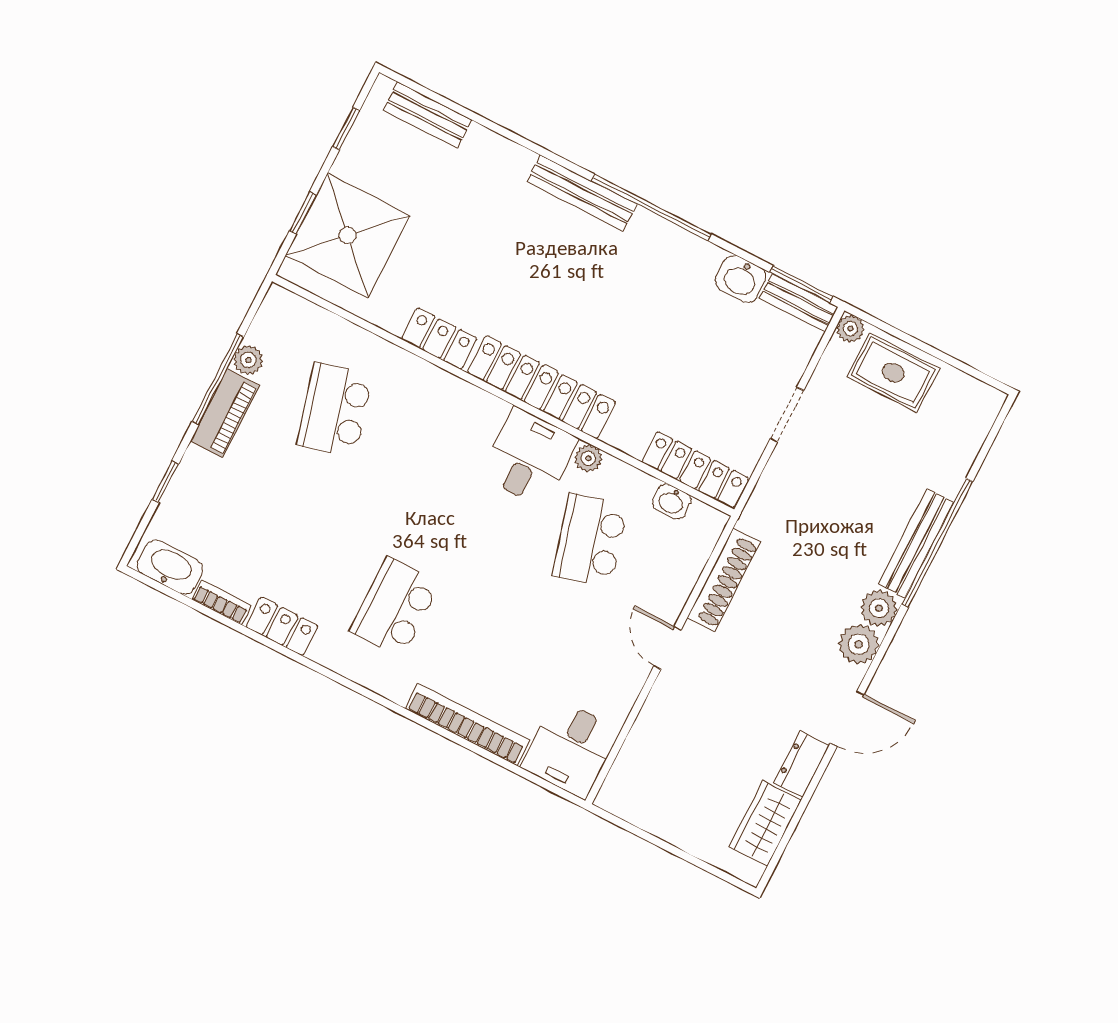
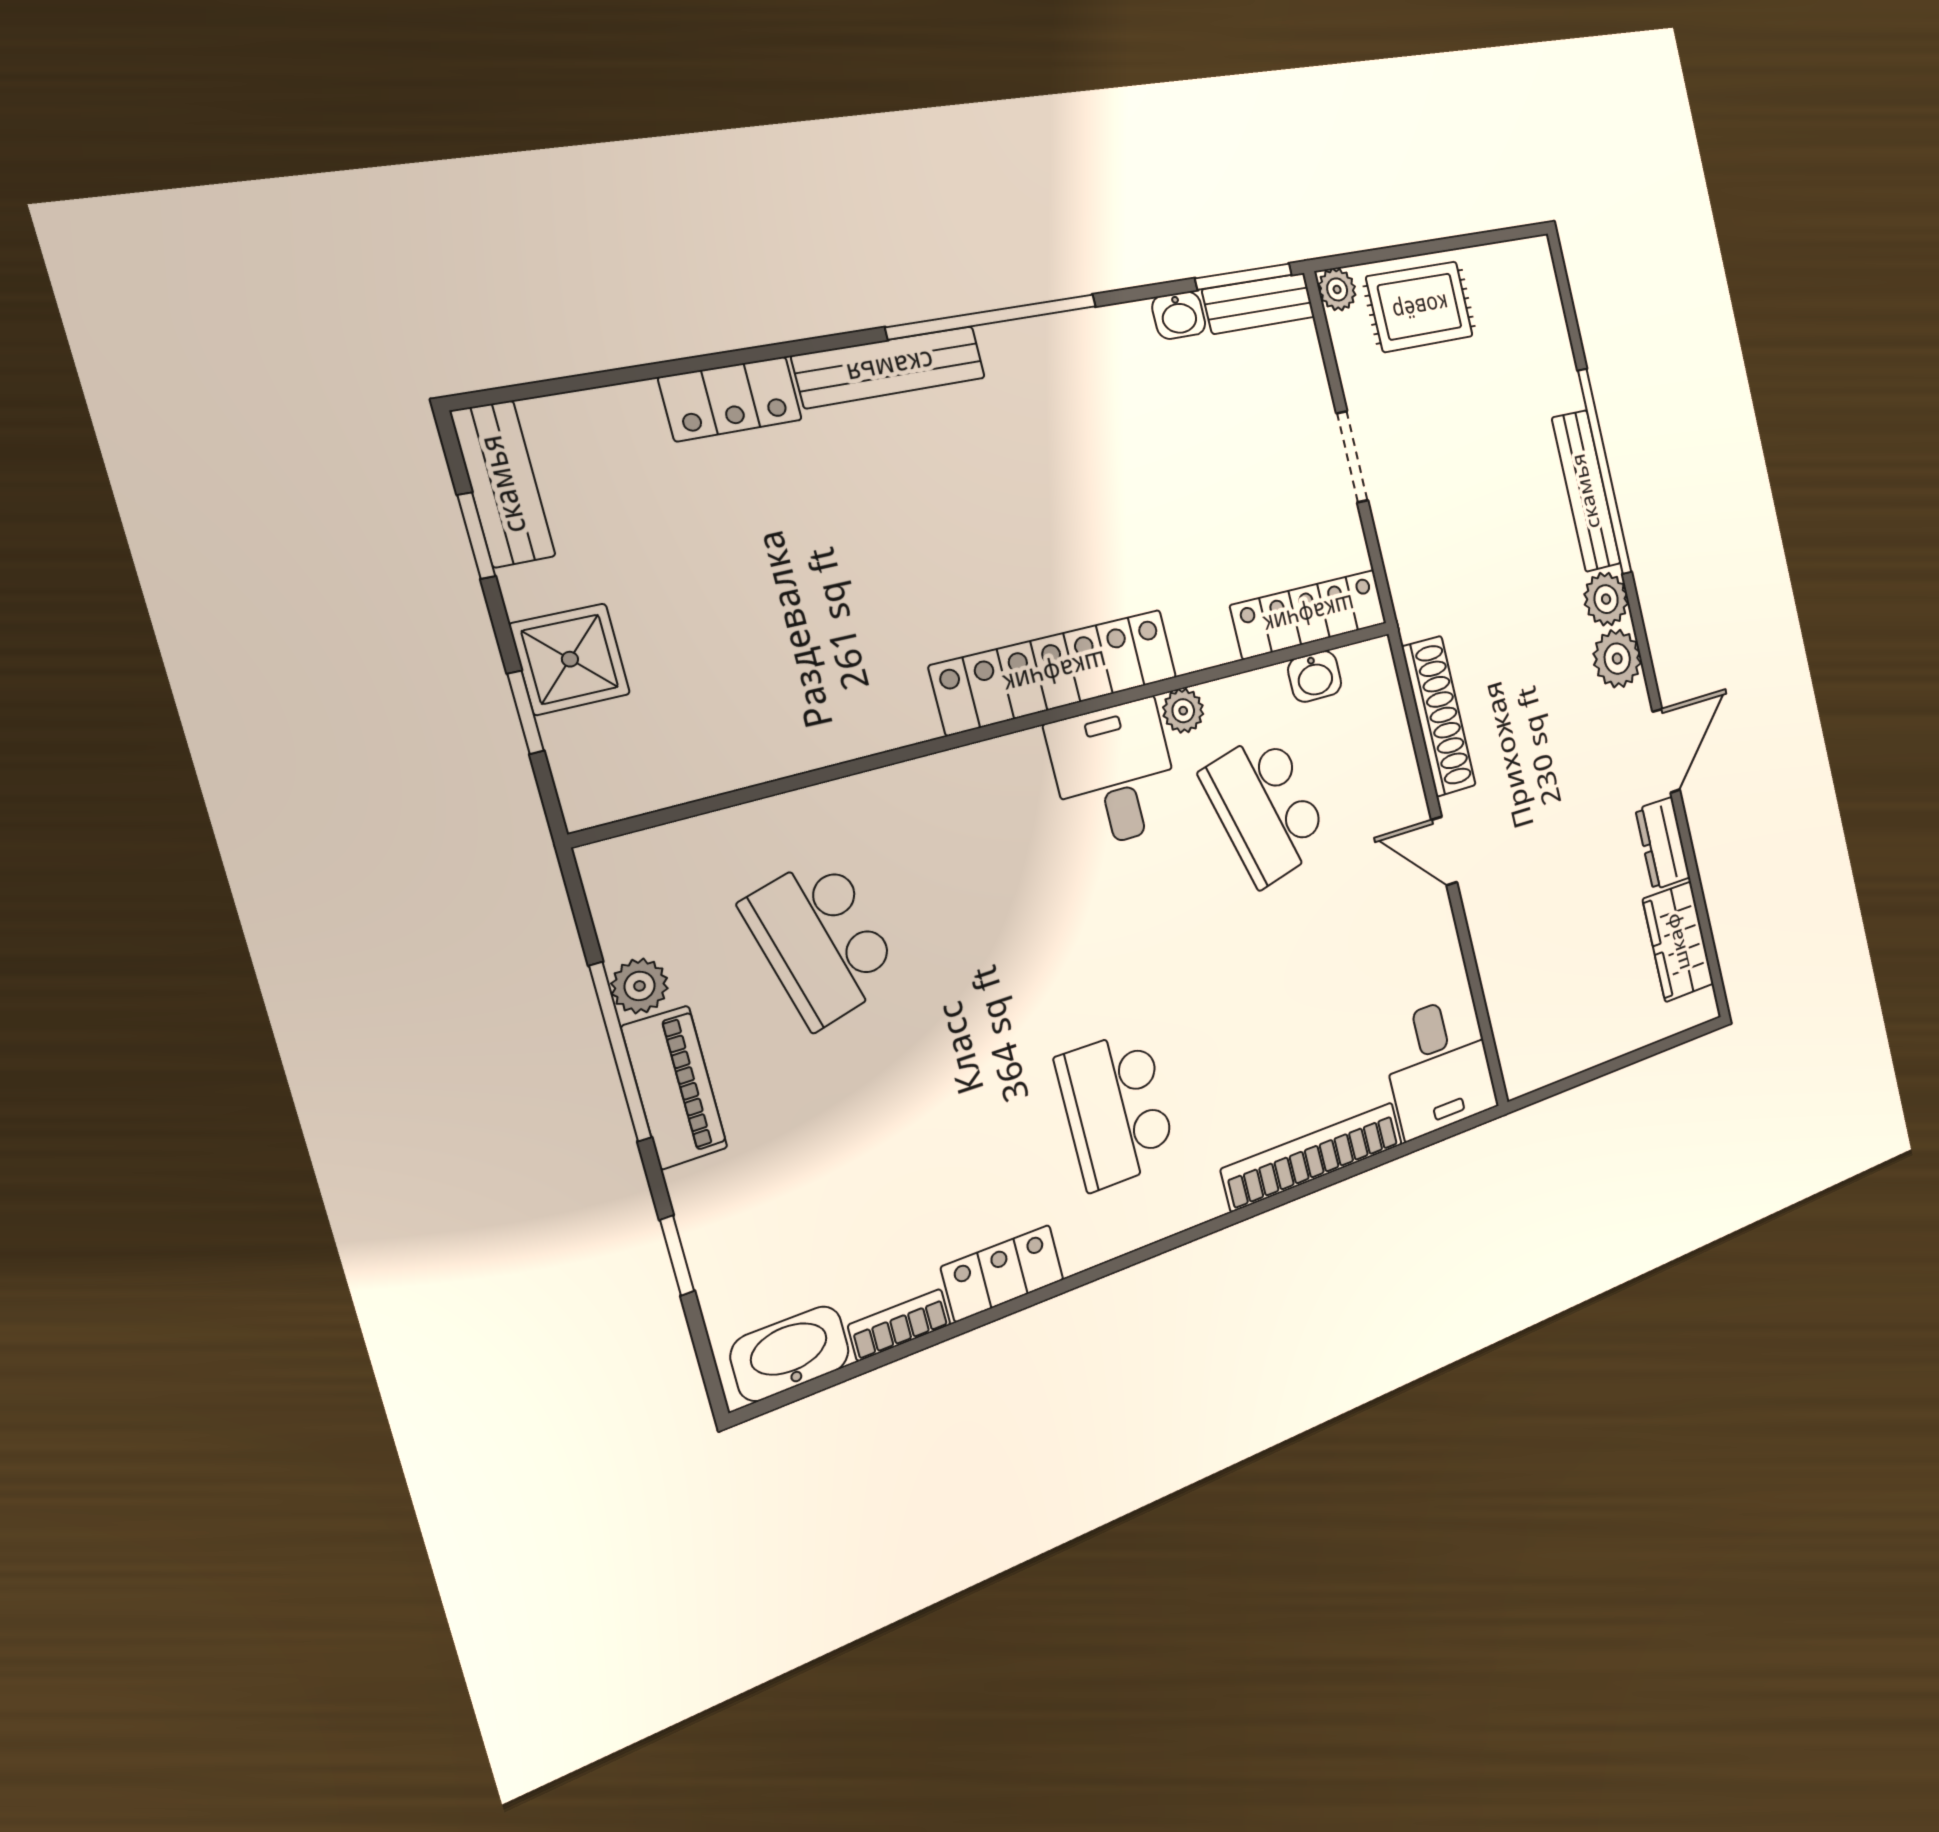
bench: (428, 115) -> (503, 484), moved, turned 90
shower: (348, 235) -> (570, 659), width x0.54, depth x0.54
washbasin: (741, 279) -> (1179, 315), width x0.72, depth x0.69
locker: (439, 338) -> (731, 399), moved, turned 180

